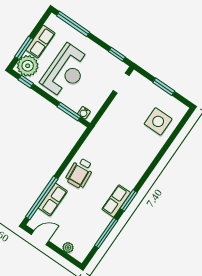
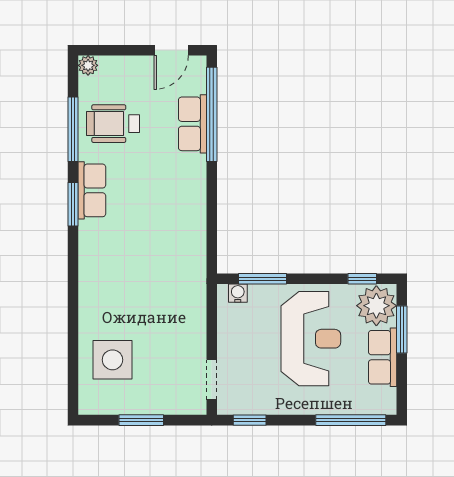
reception desk: (66, 71) -> (311, 339), turned 180
wheelchair: (80, 173) -> (113, 124), moved, turned -85
plant: (68, 248) -> (88, 65), moved

